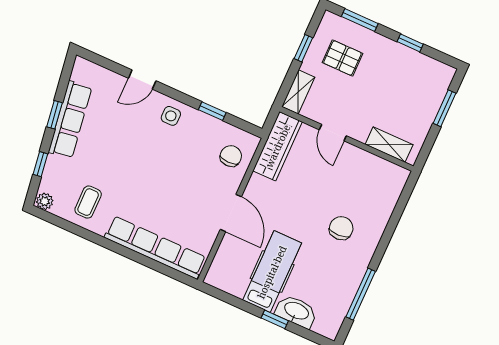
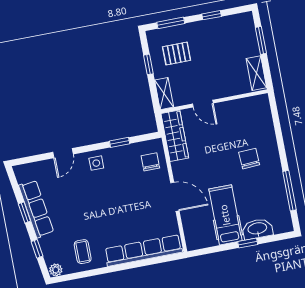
shelving: (389, 144) -> (256, 73), moved, turned 90

